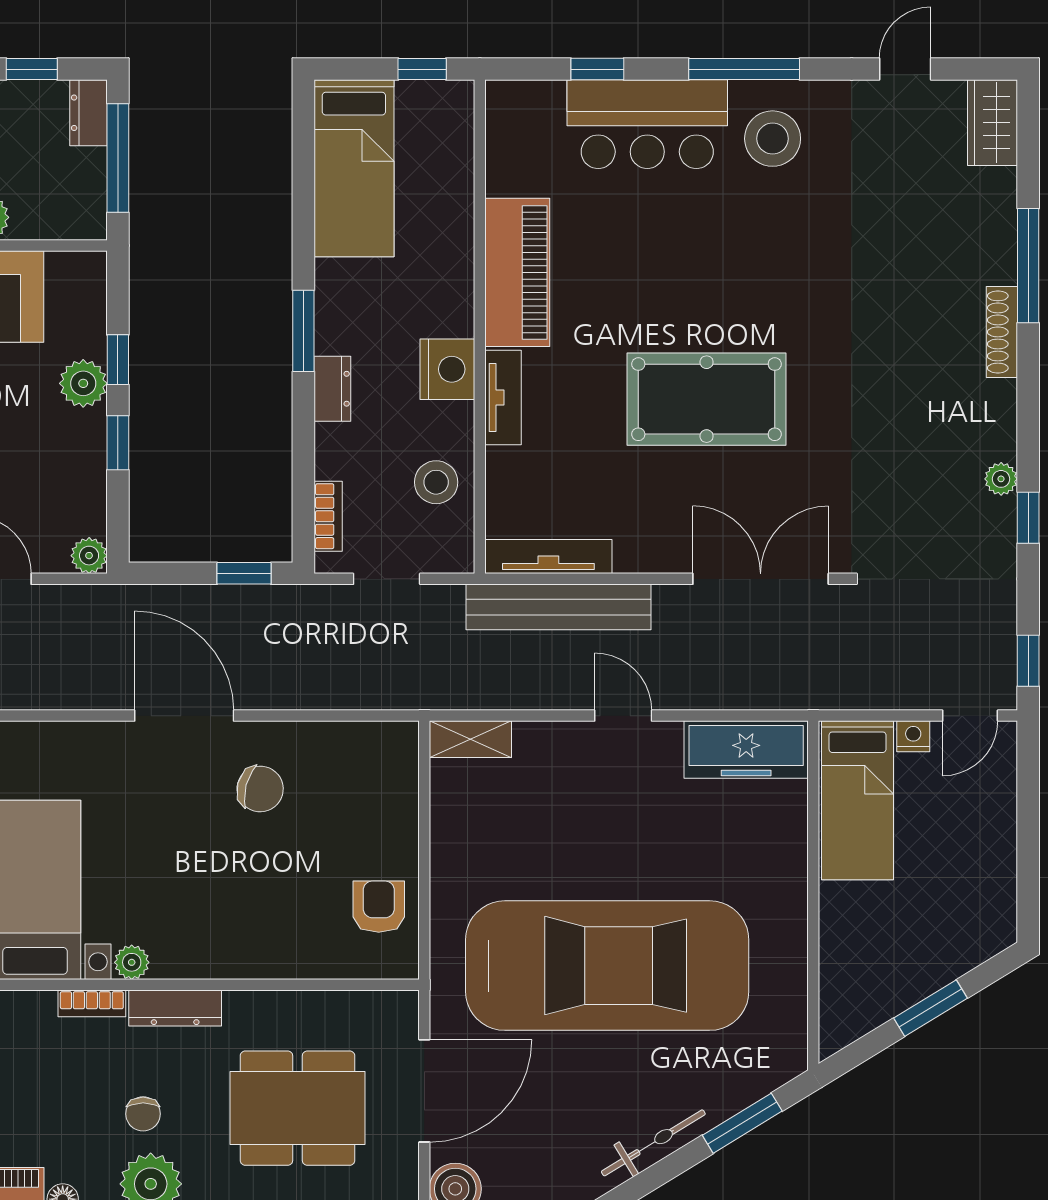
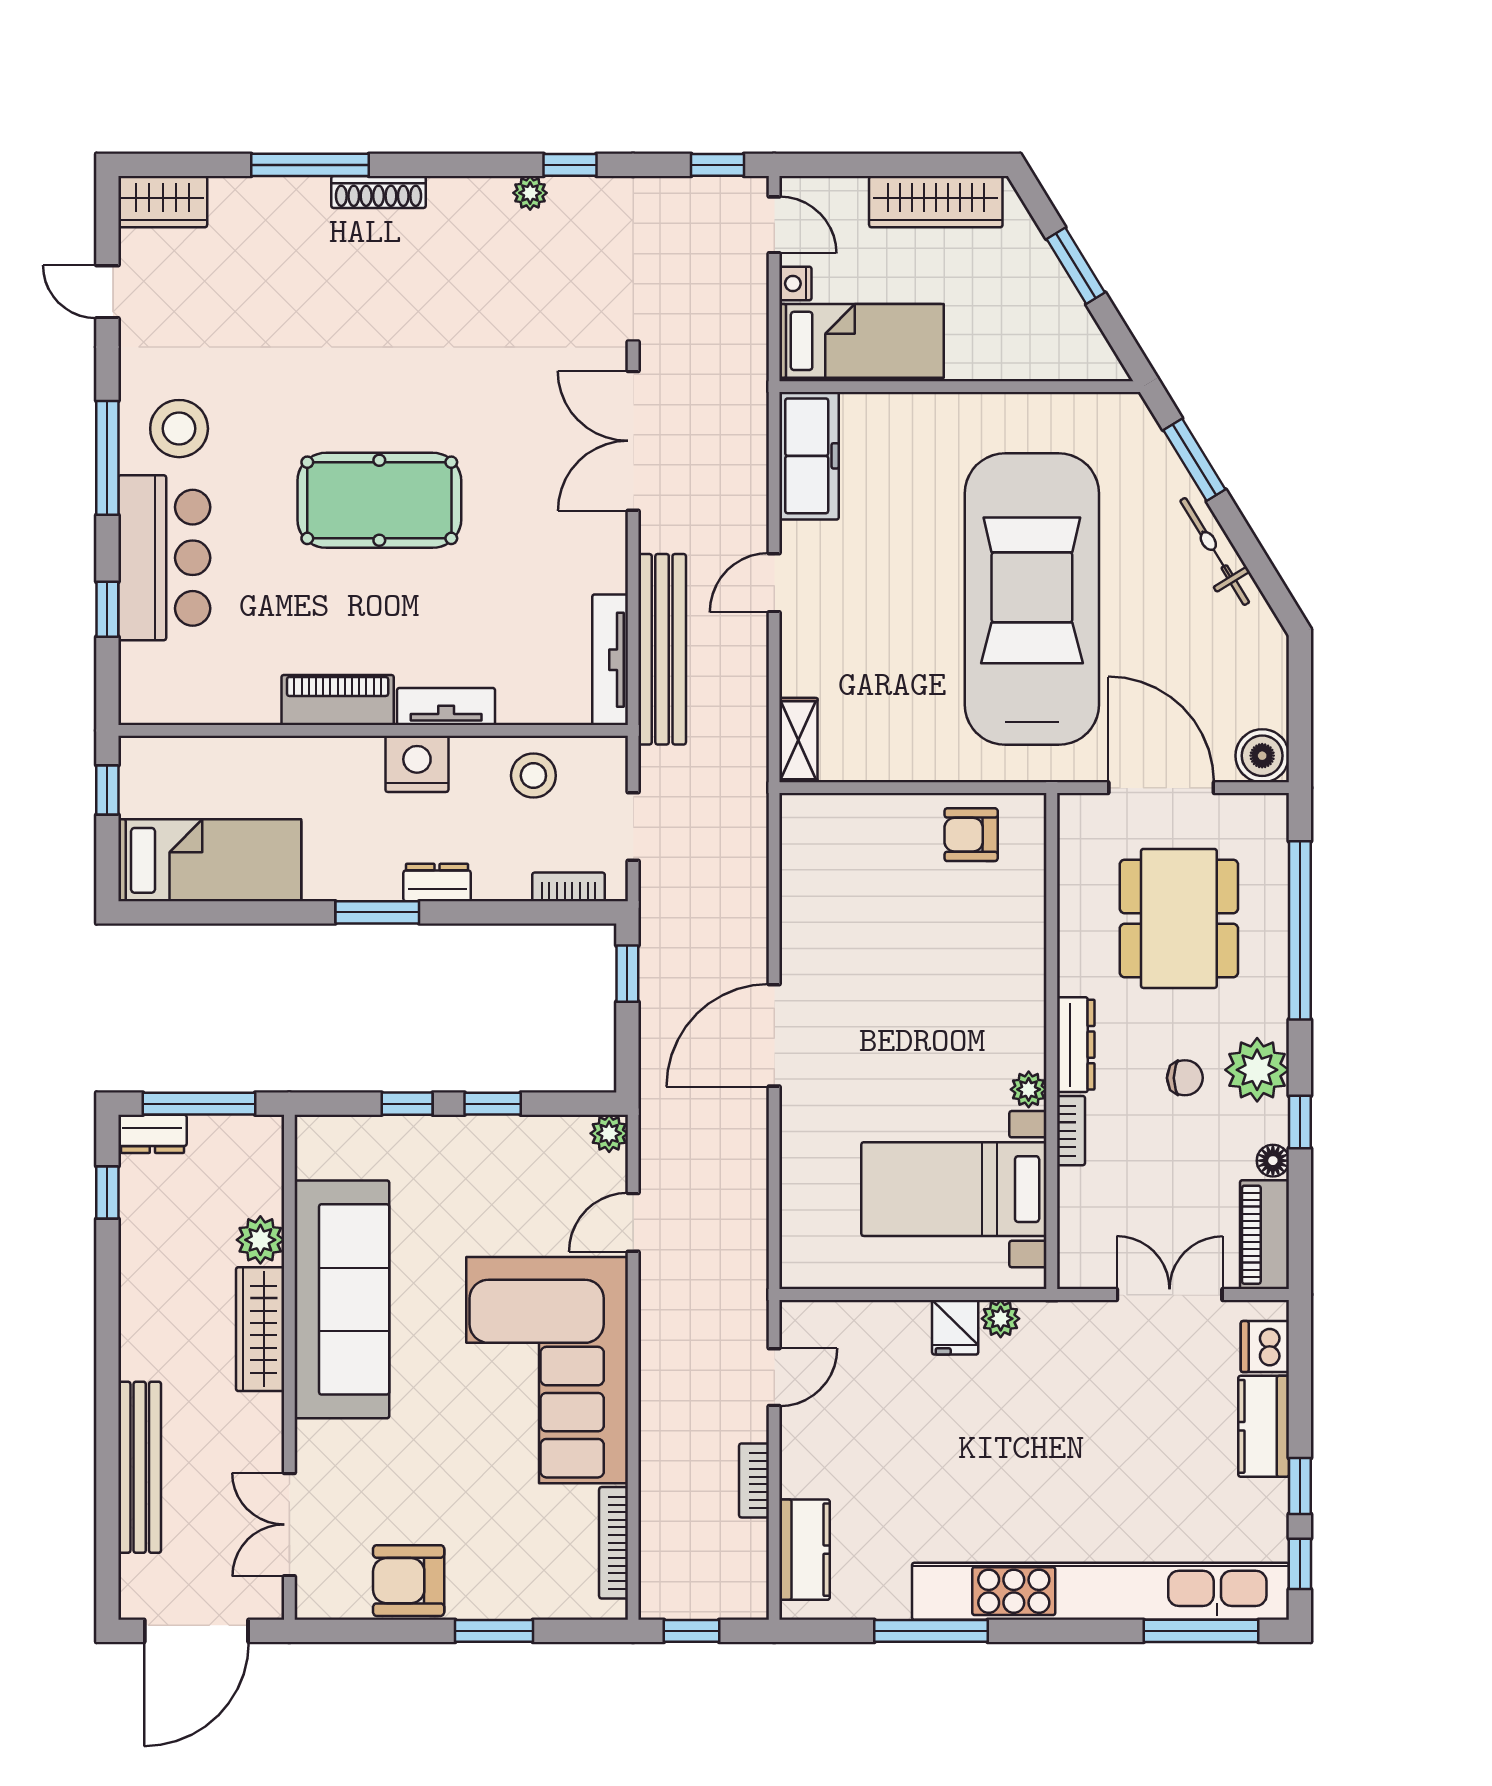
piano: (517, 272) -> (338, 700), width x0.73, depth x0.75
plant: (83, 383) -> (432, 1139), removed
pool table: (707, 399) -> (379, 500), moved, turned 90
chair: (260, 789) -> (850, 957), removed
wardrobe: (992, 872) -> (936, 202), added

